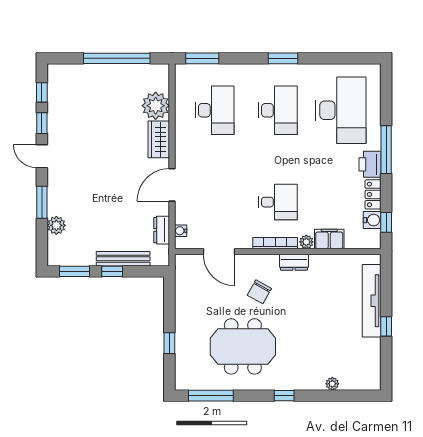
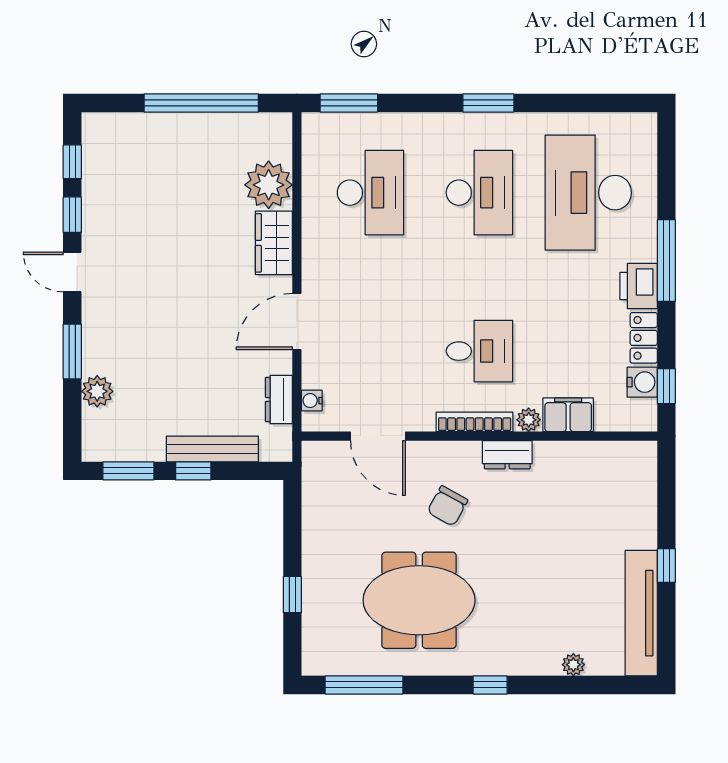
desk: (341, 110) -> (588, 193), turned 180
tv unit: (372, 301) -> (641, 613), moved

